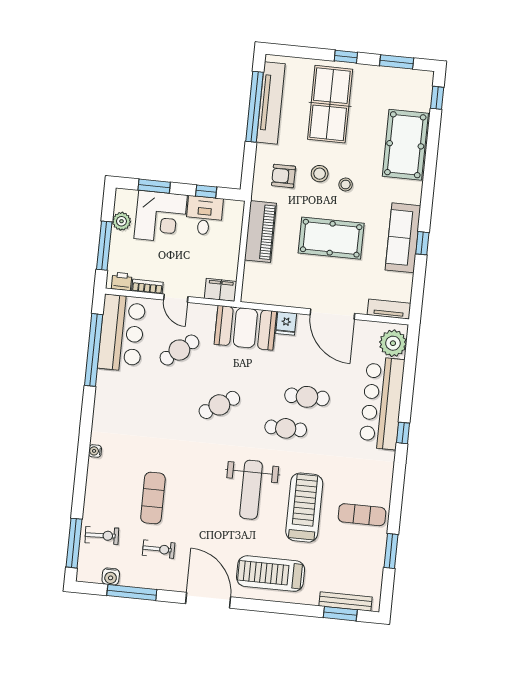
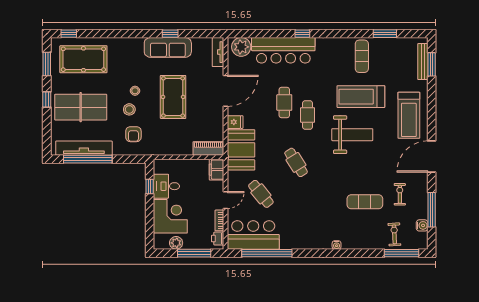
pool table: (405, 145) -> (83, 59), moved
window: (154, 186) -> (150, 223), removed
piano: (260, 232) -> (208, 148), moved, width x0.73, depth x0.75

